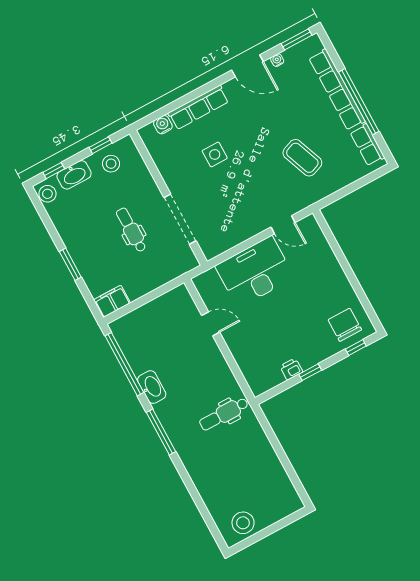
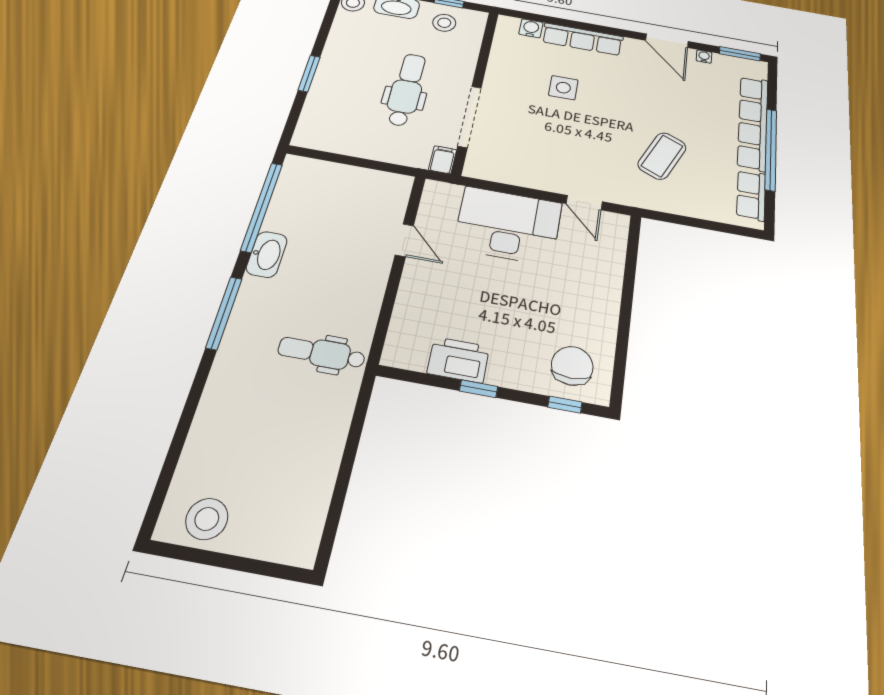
coffee table: (302, 158) -> (662, 156), turned 45
dental chair: (131, 230) -> (406, 89), width x1.36, depth x1.38
filing cabinet: (112, 301) -> (443, 160), moved, width x0.50
printer: (291, 369) -> (458, 360), width x1.87, depth x1.48

